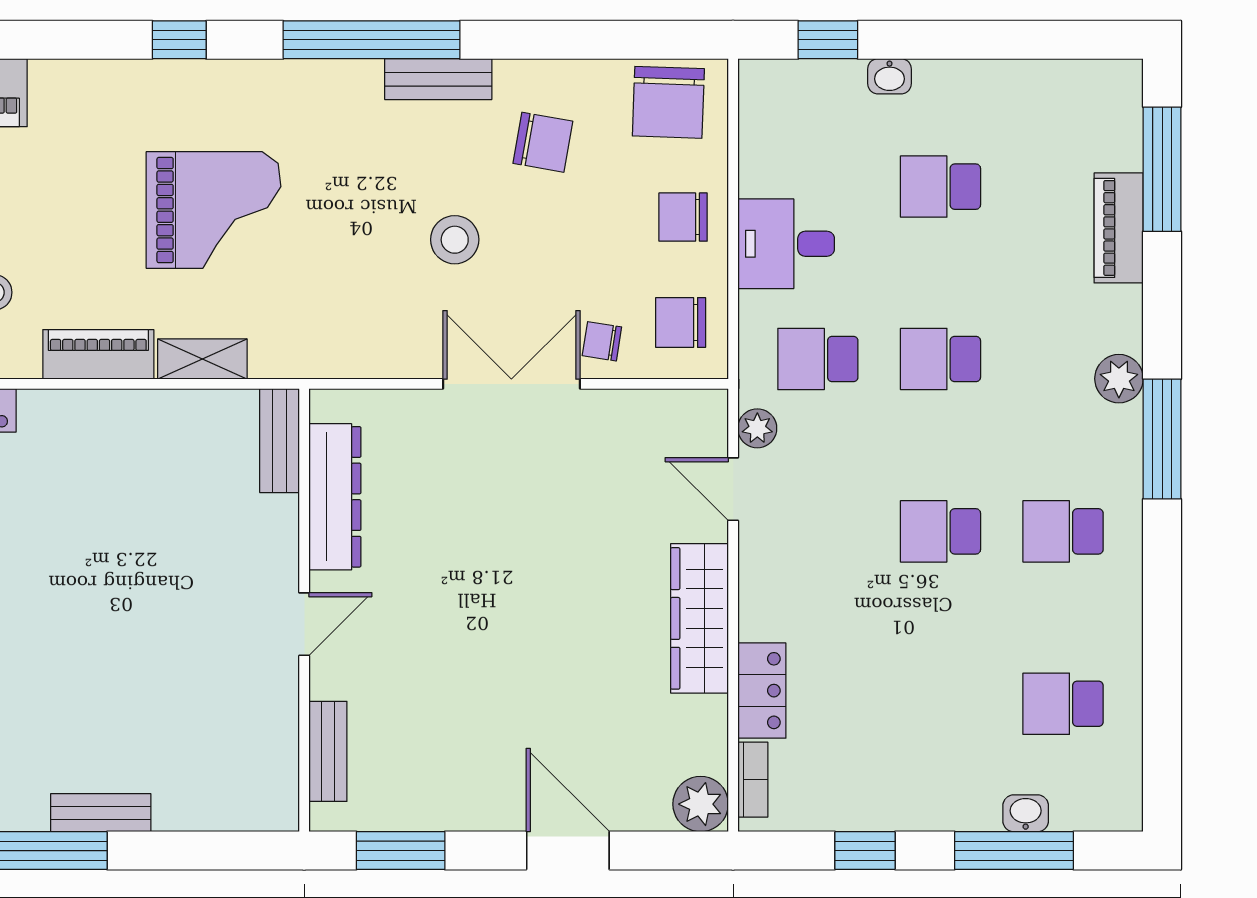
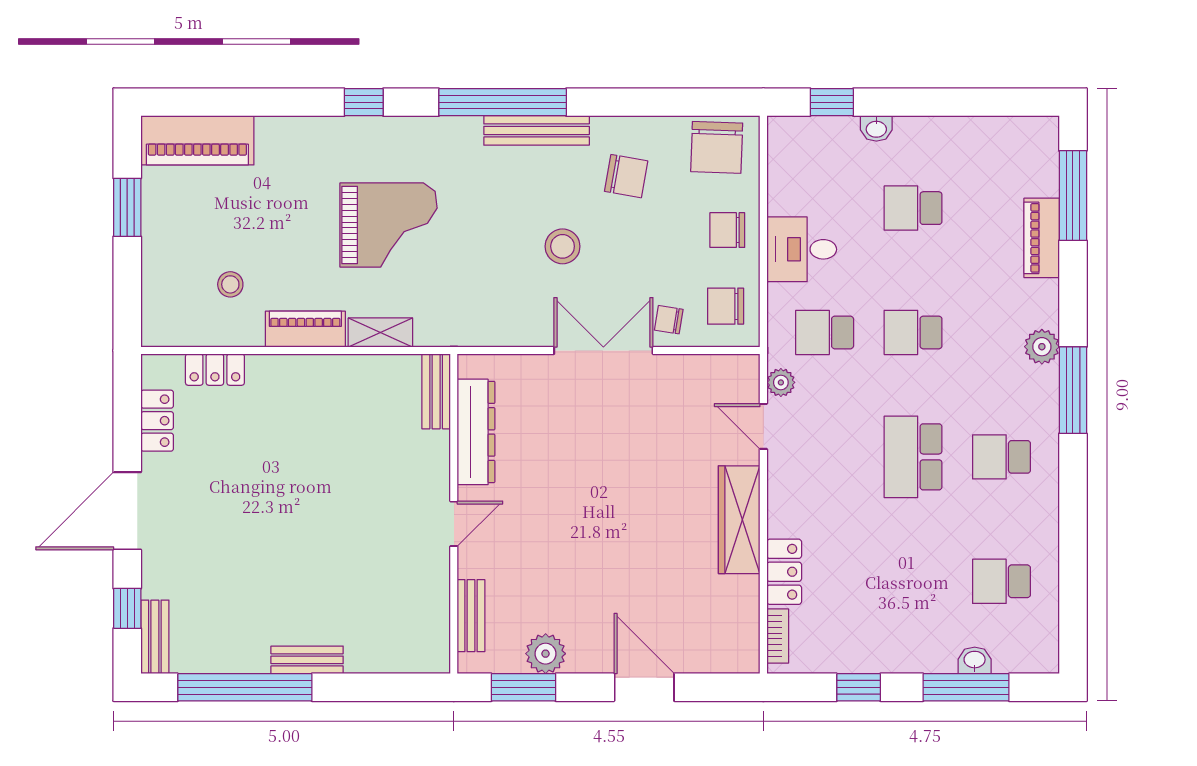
bench: (438, 79) -> (537, 130), width x1.36
school desk: (940, 531) -> (913, 457), width x1.85
plant: (701, 804) -> (546, 654), moved

